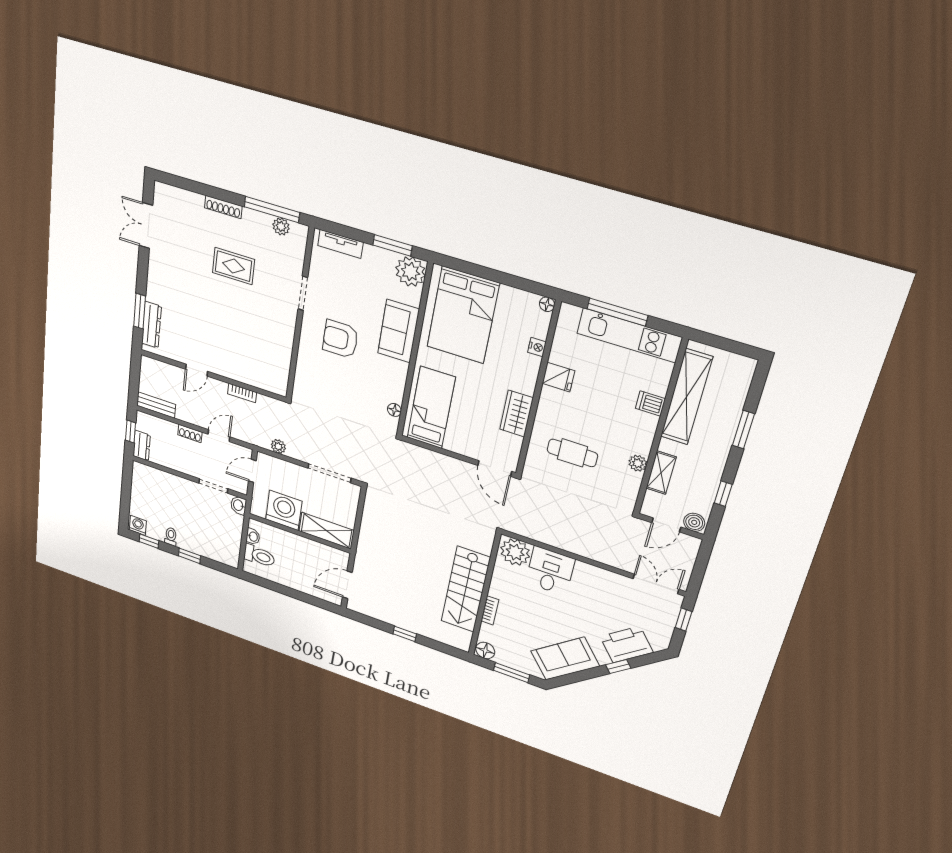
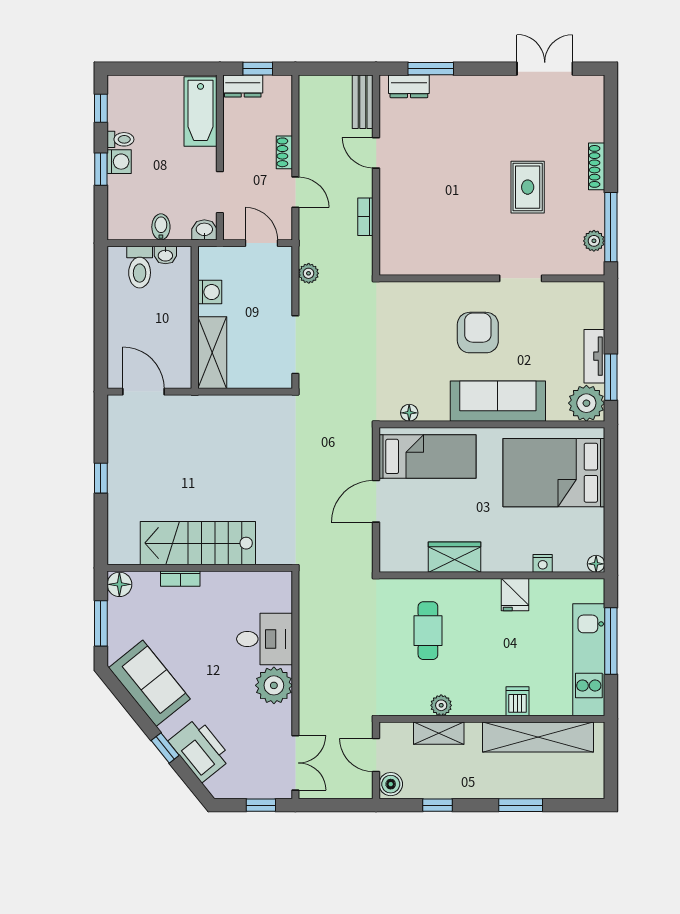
tv unit: (340, 244) -> (594, 356), moved
dresser: (151, 325) -> (409, 86), width x0.70
sofa: (398, 331) -> (498, 401), width x1.36
bench: (156, 405) -> (363, 102), moved
door: (495, 468) -> (376, 501), moved
bathtub: (157, 479) -> (200, 111), added
washing machine: (284, 510) -> (210, 292), width x0.53, depth x0.53
washing machine: (138, 525) -> (119, 162), moved
bidet: (233, 532) -> (161, 227), added
plant: (515, 552) -> (274, 685), moved

